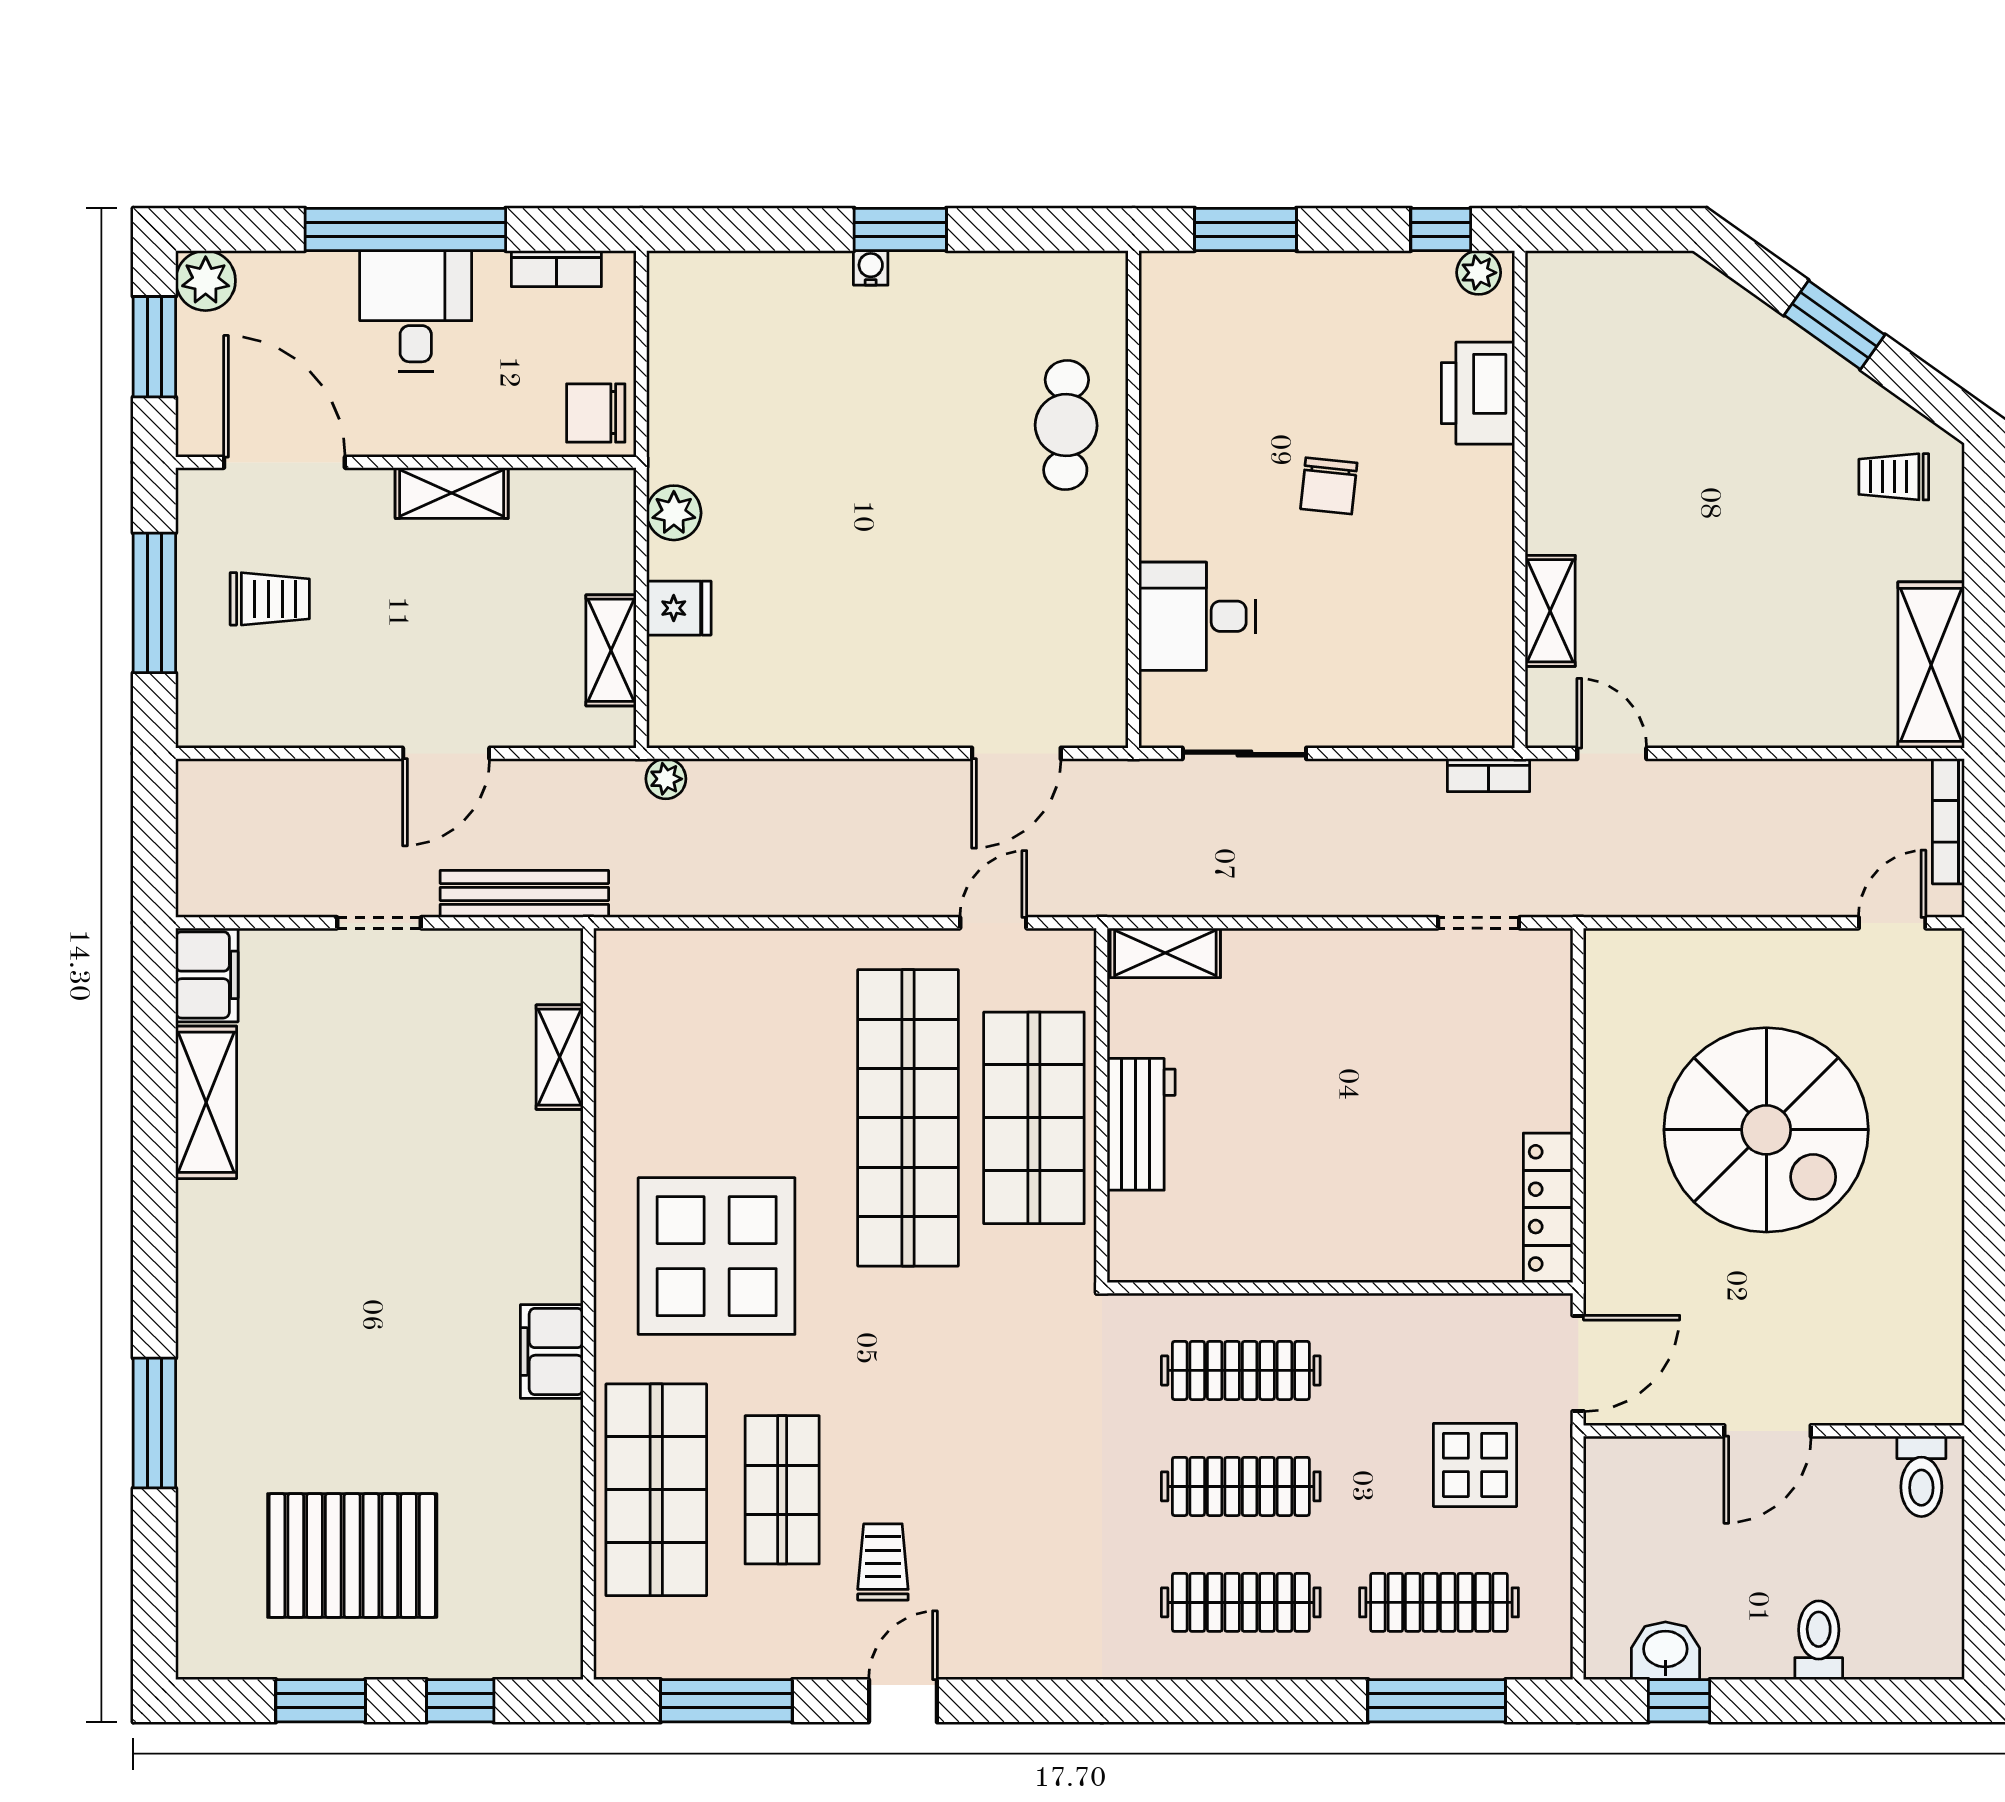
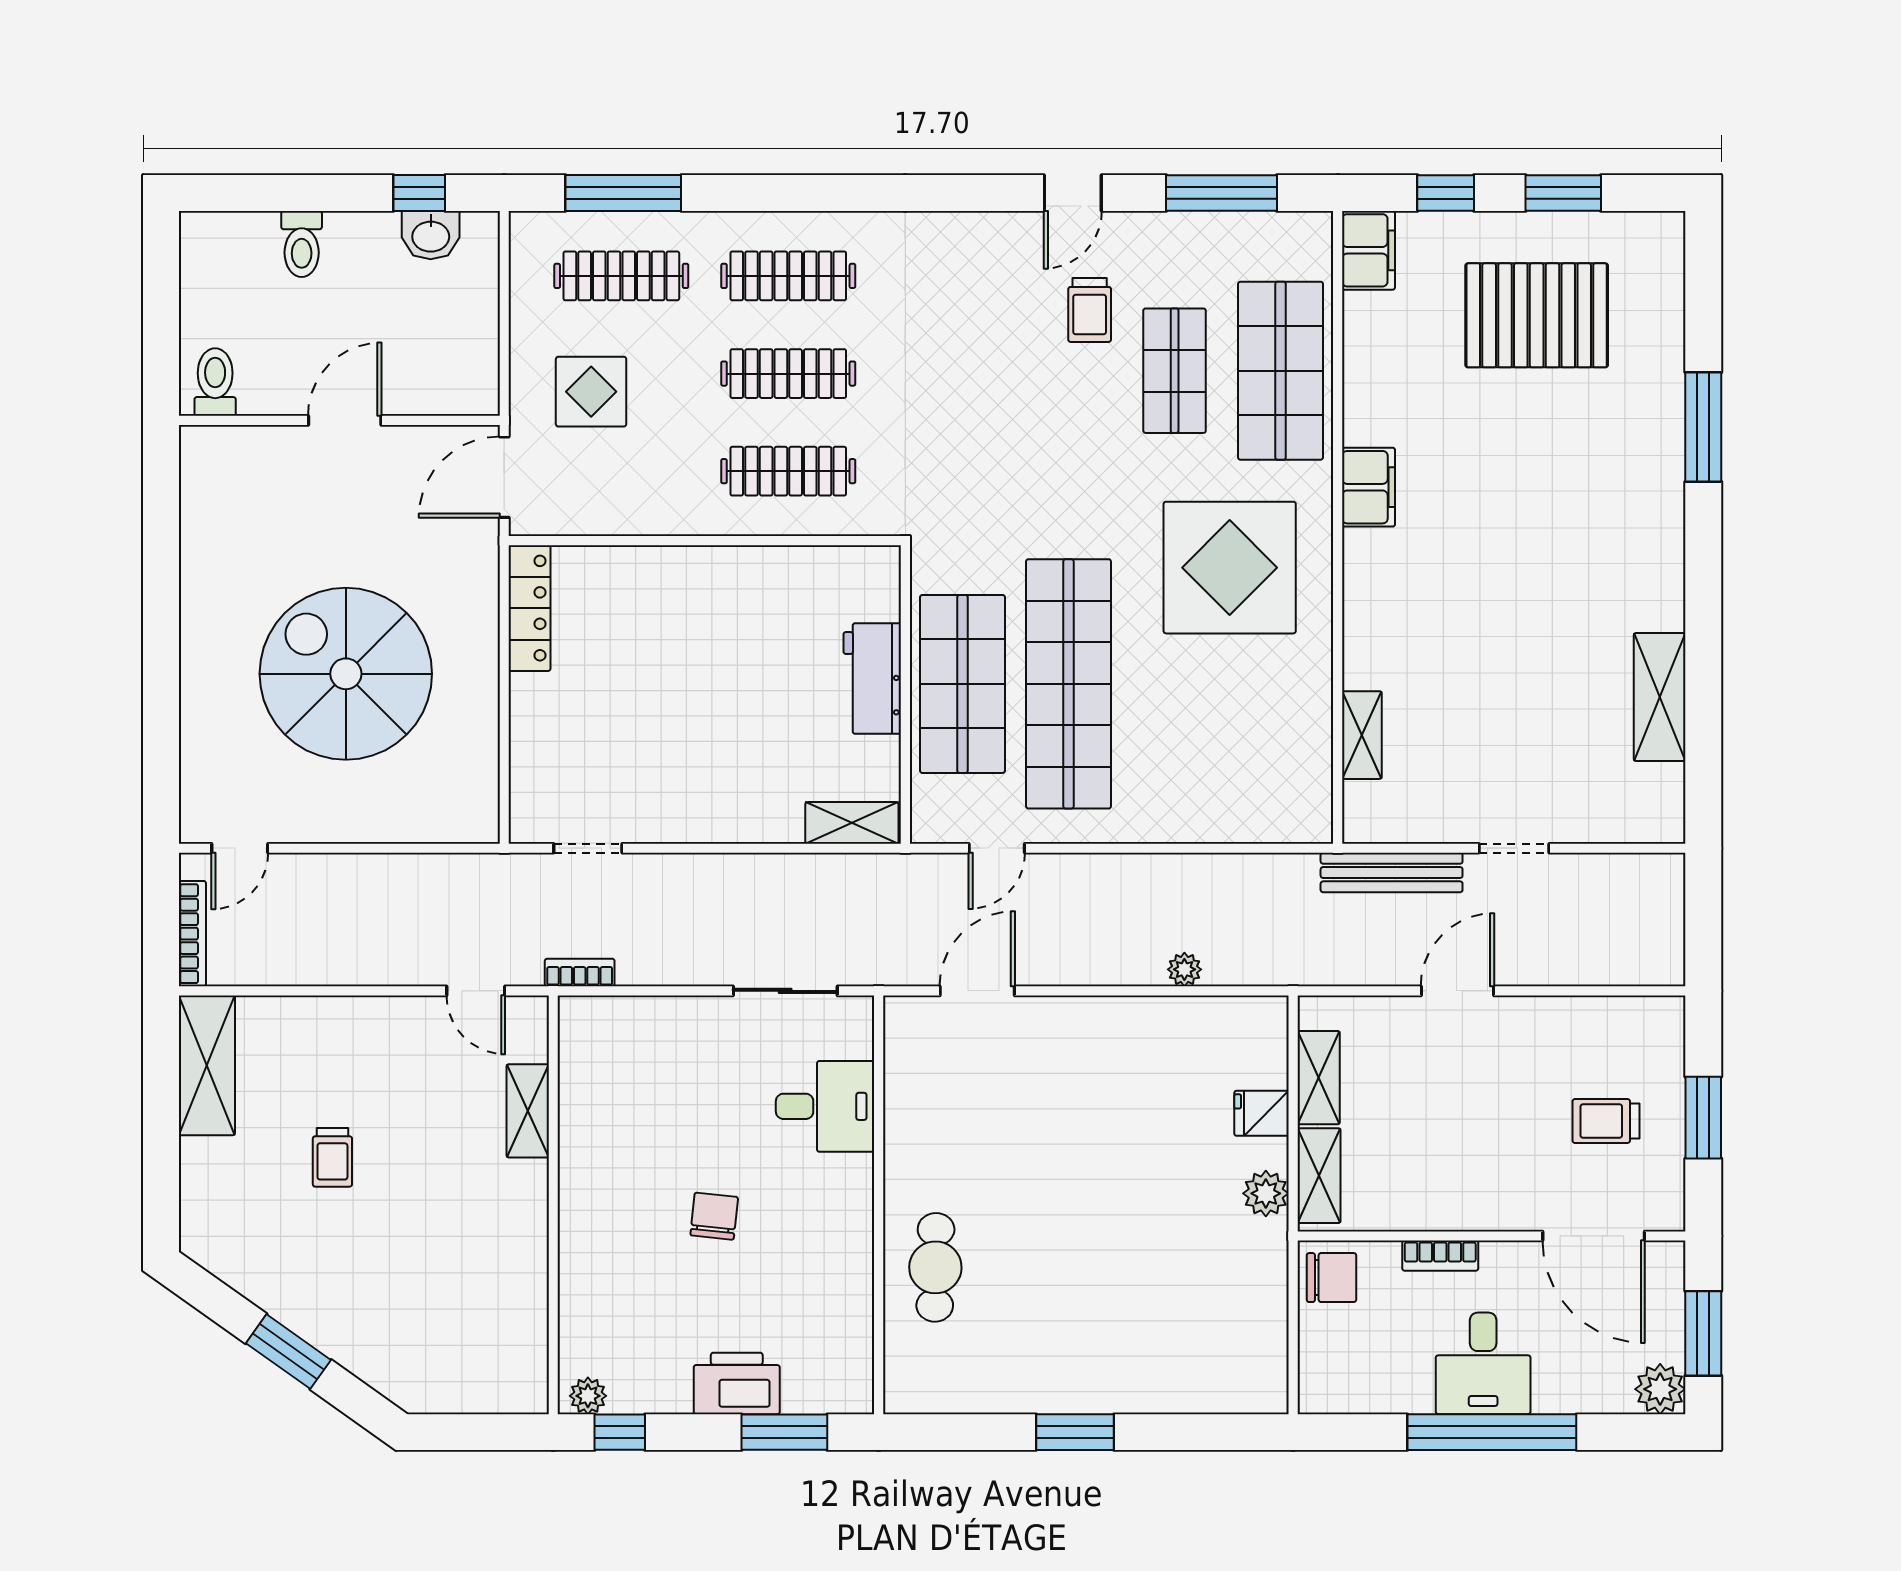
water cooler: (871, 268) -> (1100, 1400), removed
bookcase: (556, 269) -> (1440, 1256), moved, turned 180
printer: (1478, 393) -> (737, 1383), moved, turned -90
trolley: (1894, 477) -> (332, 1157), moved, turned 90
shelving: (452, 493) -> (1319, 1176), moved, turned 90
window: (154, 603) -> (1703, 1118), width x0.69
plant: (666, 779) -> (1184, 969), moved
filing cabinet: (207, 975) -> (1368, 250), moved, turned 180

